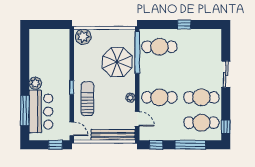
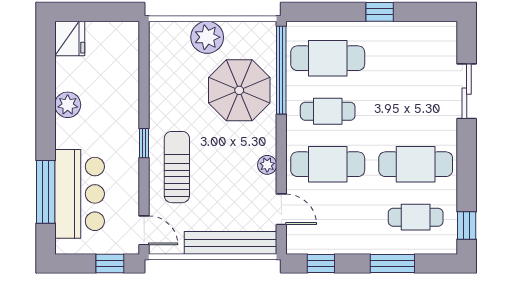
fridge: (36, 37) -> (70, 39), added
plant: (83, 37) -> (207, 37), moved
cafe table: (159, 72) -> (328, 111), added
sliding door: (226, 74) -> (467, 91), moved
plant: (35, 83) -> (68, 105), moved
cafe table: (201, 123) -> (416, 217), width x0.73, depth x0.74
window: (190, 145) -> (392, 264), width x0.69

